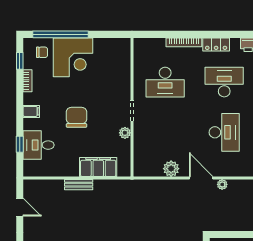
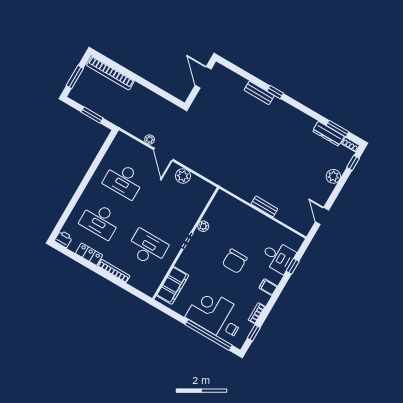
desk: (224, 132) -> (124, 180), turned -90
filing cabinet: (98, 167) -> (173, 285), moved, turned -90

